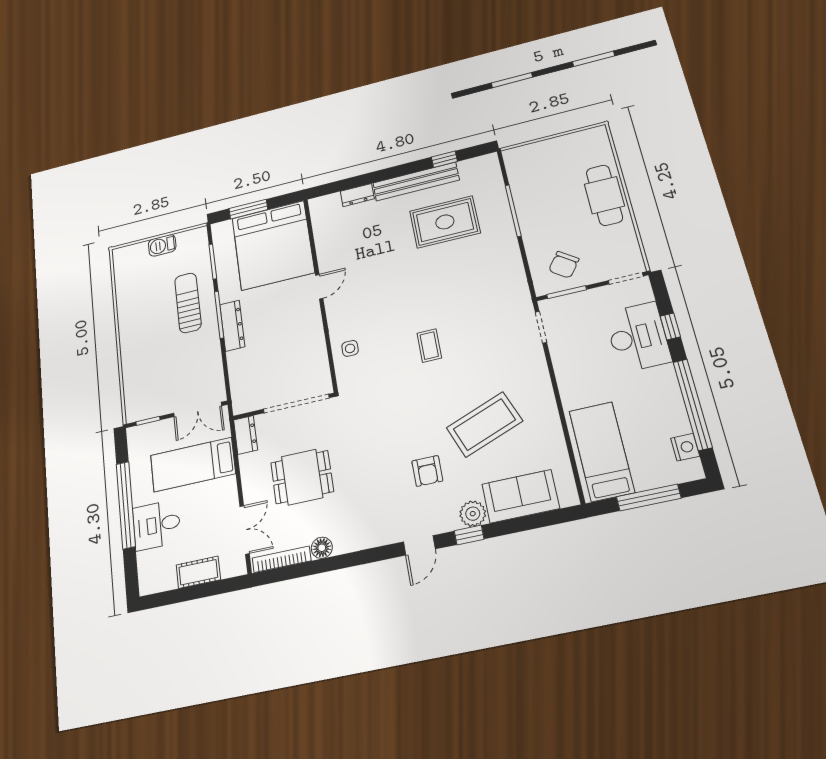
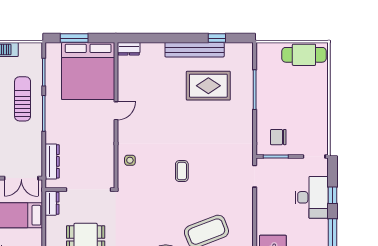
dresser: (357, 195) -> (129, 49), moved
cafe table: (604, 195) -> (304, 55), moved, turned 90
chair: (564, 265) -> (278, 137), turned 54
dresser: (232, 326) -> (52, 161), moved

